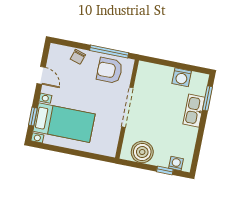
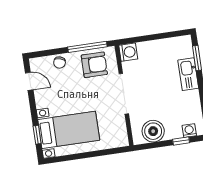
armchair: (110, 70) -> (94, 65), turned 180
door: (41, 75) -> (29, 81), moved
washing machine: (182, 77) -> (128, 52), moved, turned -90

